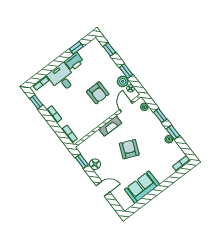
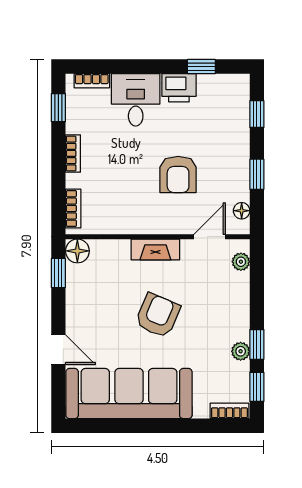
plant: (123, 81) -> (237, 188), removed
window: (160, 116) -> (257, 387), moved
floor lamp: (95, 164) -> (77, 251), moved
sofa: (142, 187) -> (129, 394), width x1.85, depth x1.27

